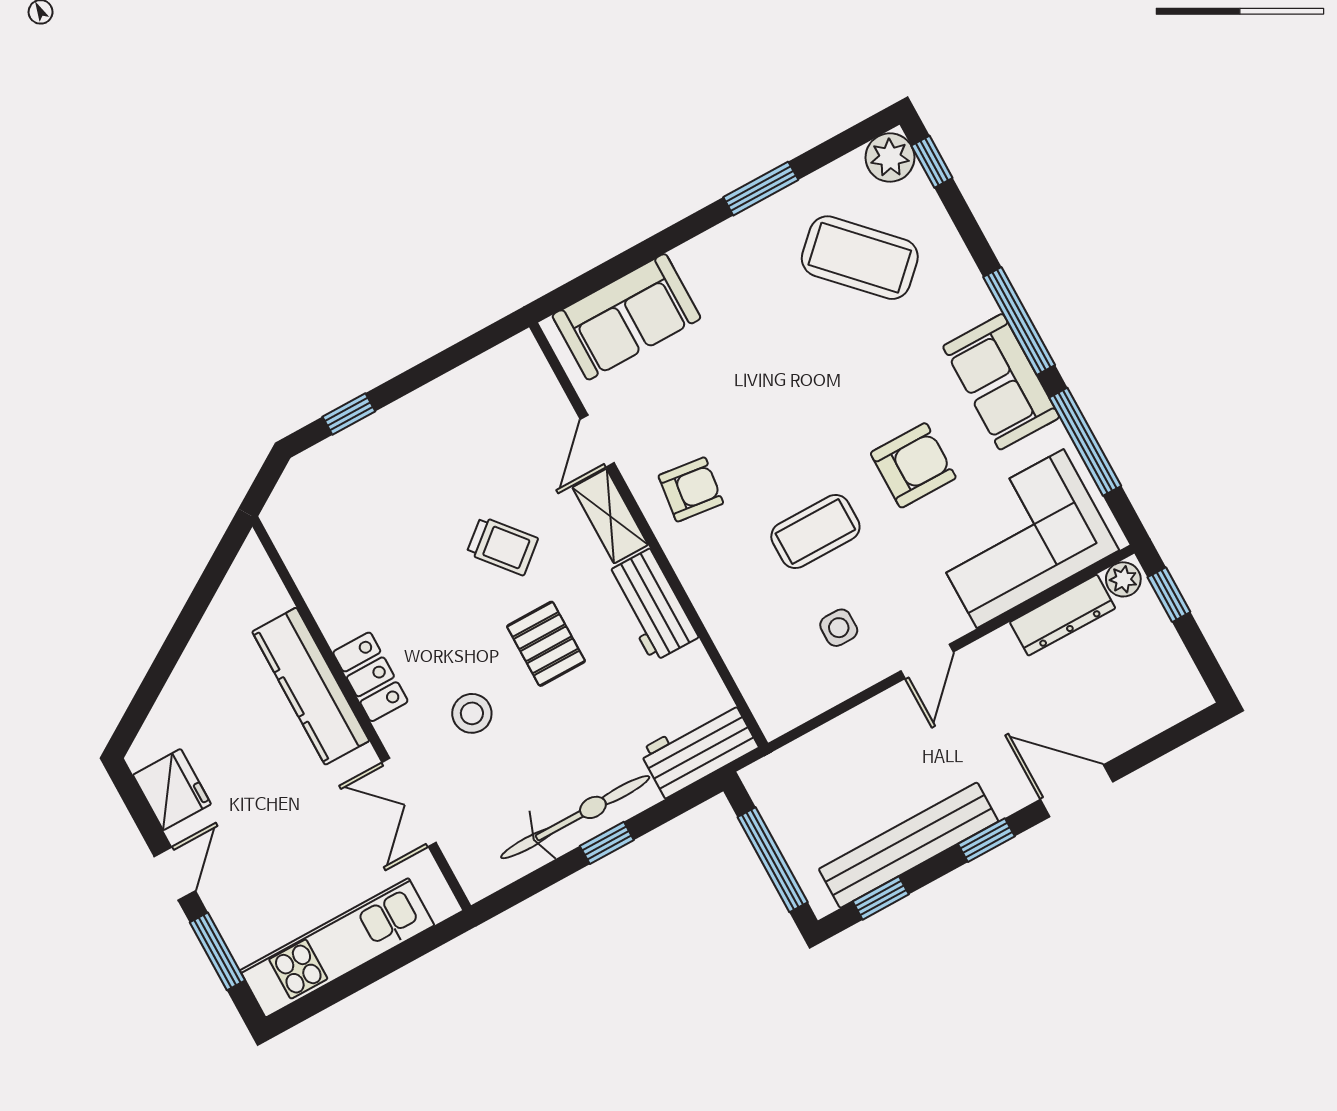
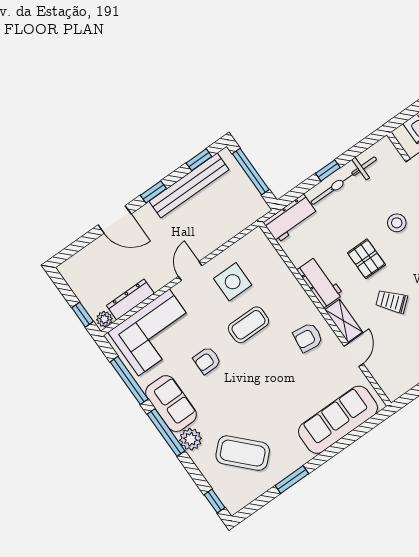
plant: (890, 158) -> (191, 439), moved
sofa: (626, 317) -> (338, 420), width x1.36
armchair: (913, 465) -> (207, 360), width x0.72, depth x0.72
side table: (839, 628) -> (233, 282), width x1.87, depth x1.87

